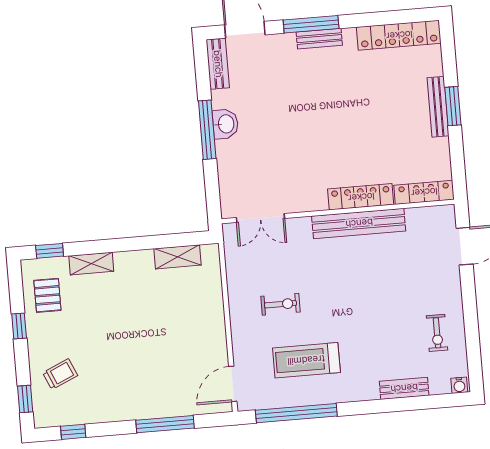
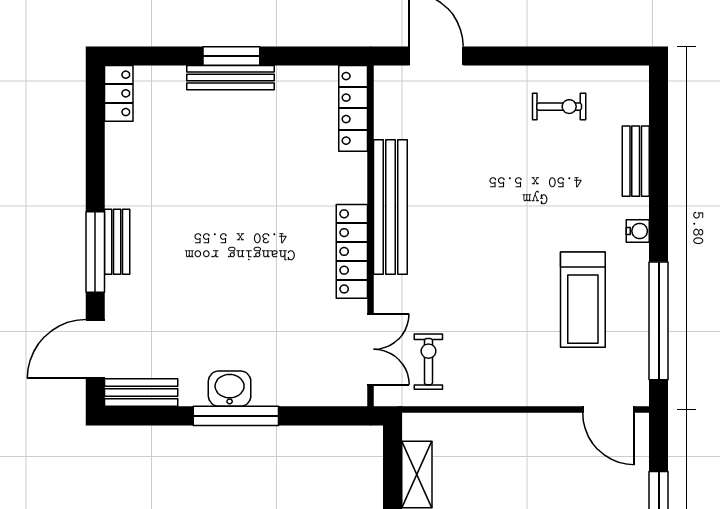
locker: (399, 35) -> (119, 93), width x0.46, depth x0.83
locker: (361, 197) -> (352, 251), moved
exercise bike: (280, 304) -> (428, 362), moved
water cooler: (459, 385) -> (638, 231), moved

